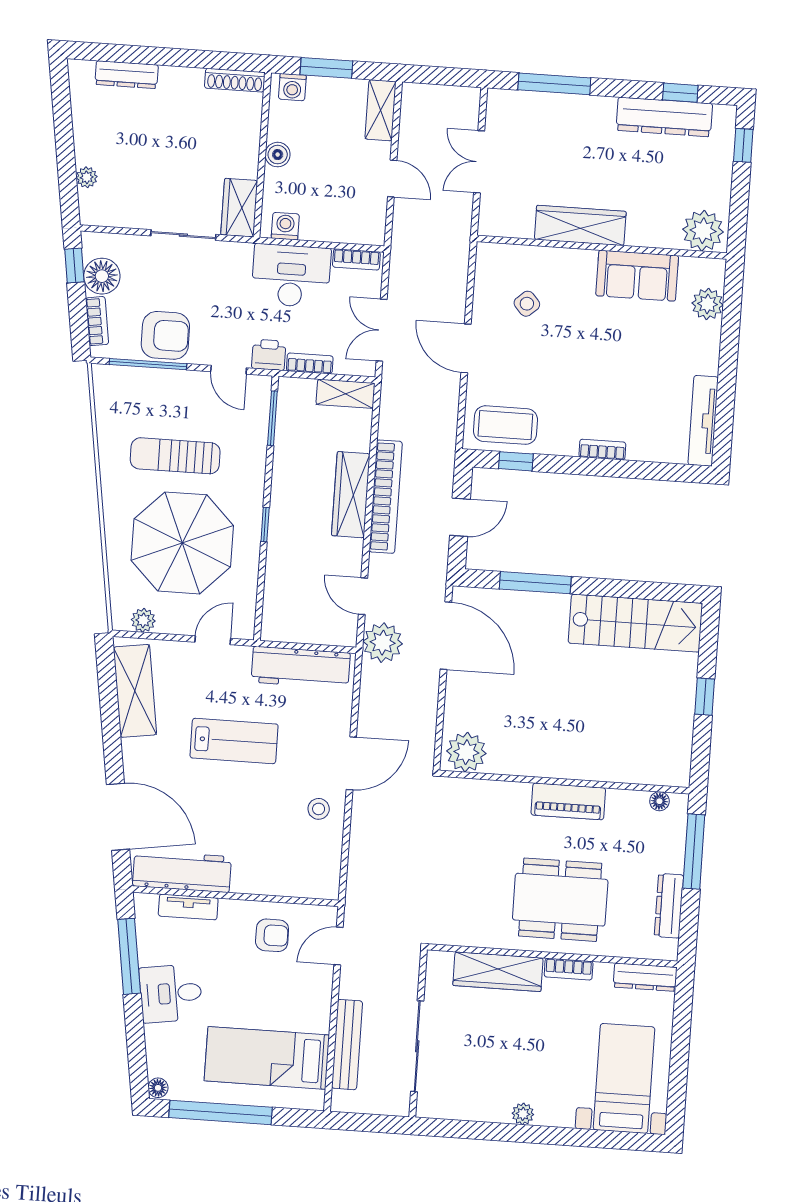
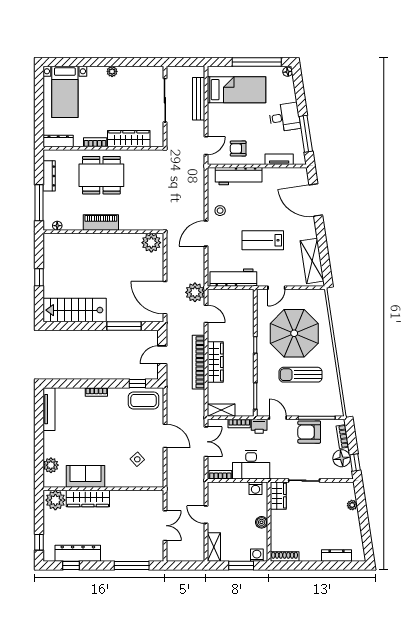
wardrobe: (580, 225) -> (88, 499), moved
sun lounger: (175, 456) -> (301, 375), turned 180
plant: (143, 620) -> (310, 295), removed
workbench: (182, 871) -> (239, 176), moved

